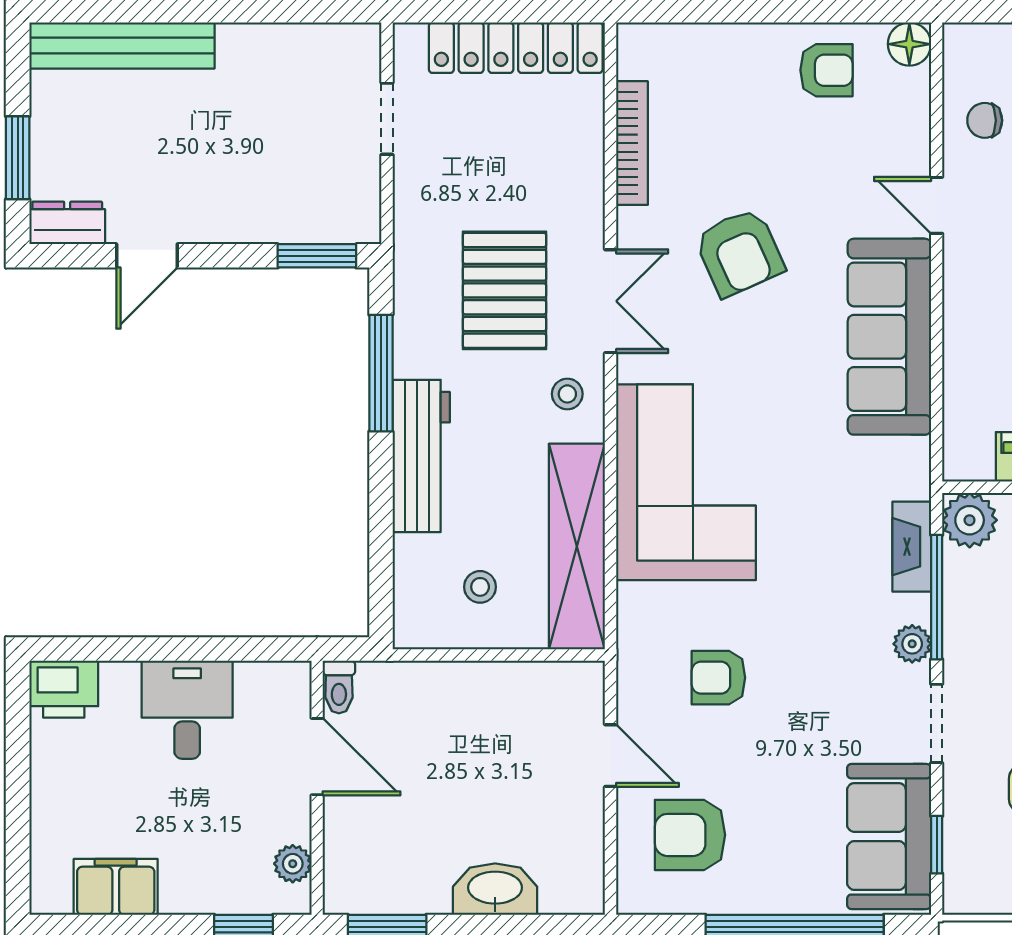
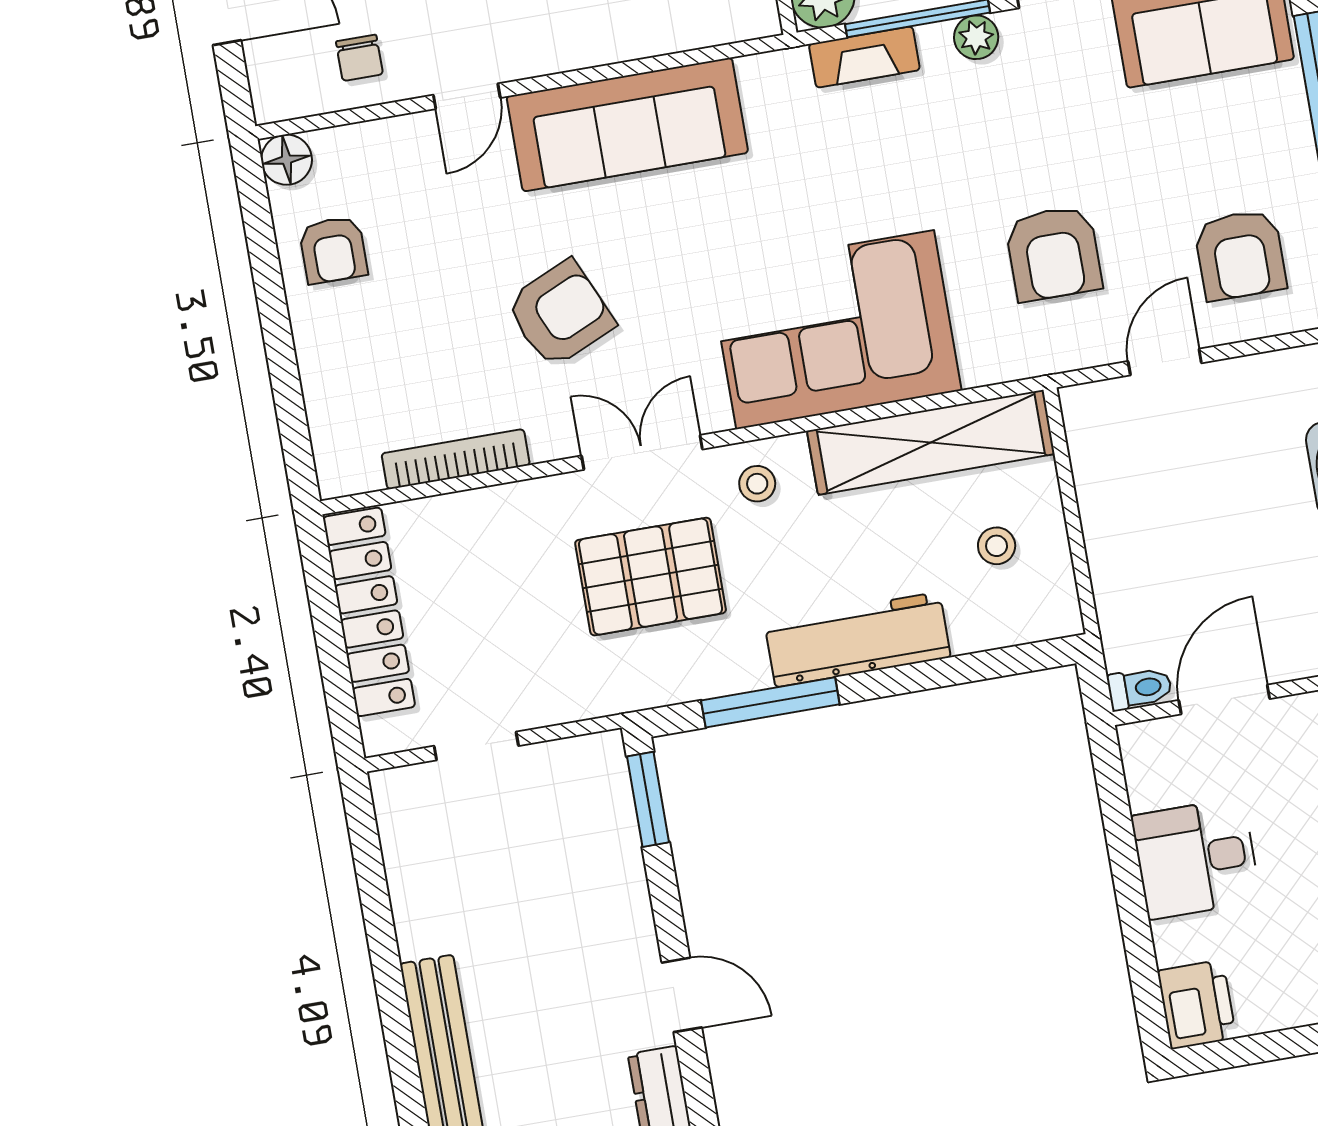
armchair: (826, 70) -> (333, 250), turned 180
armchair: (718, 678) -> (1054, 253), width x1.38, depth x1.38

